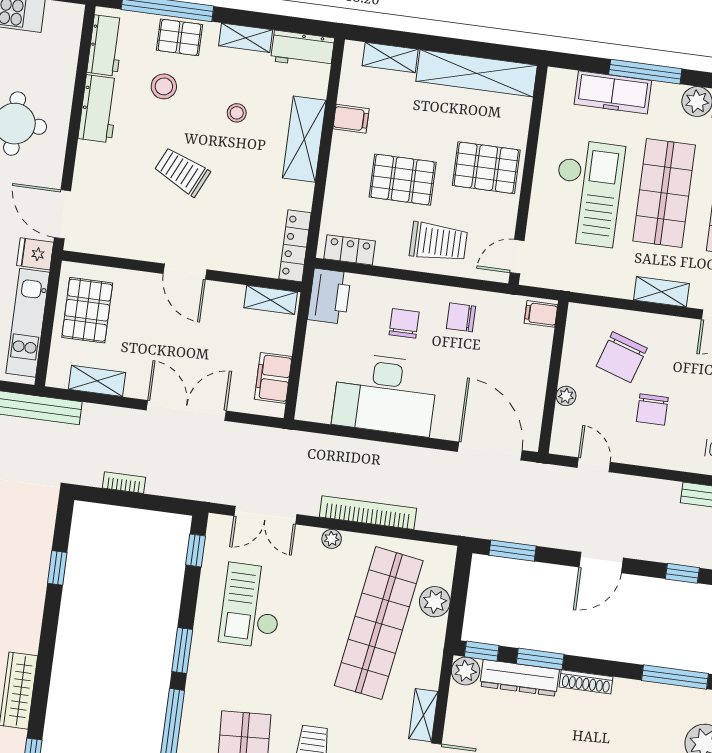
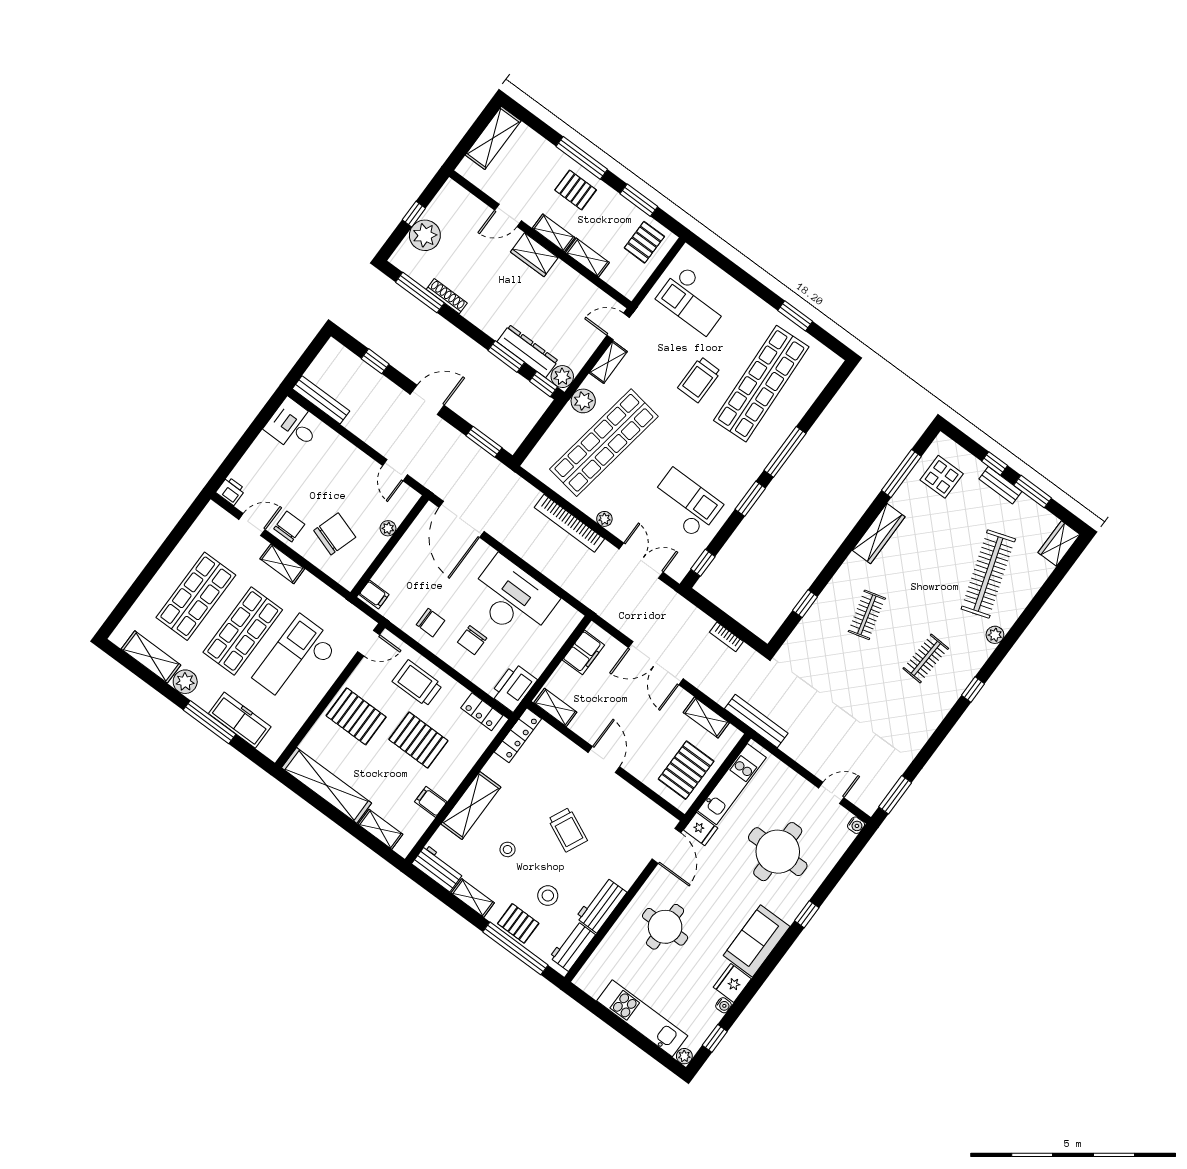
chair: (652, 410) -> (289, 526), moved
plant: (435, 602) -> (583, 401), moved
checkout: (252, 605) -> (685, 503), turned -90
shoe rack: (586, 682) -> (447, 296), moved

